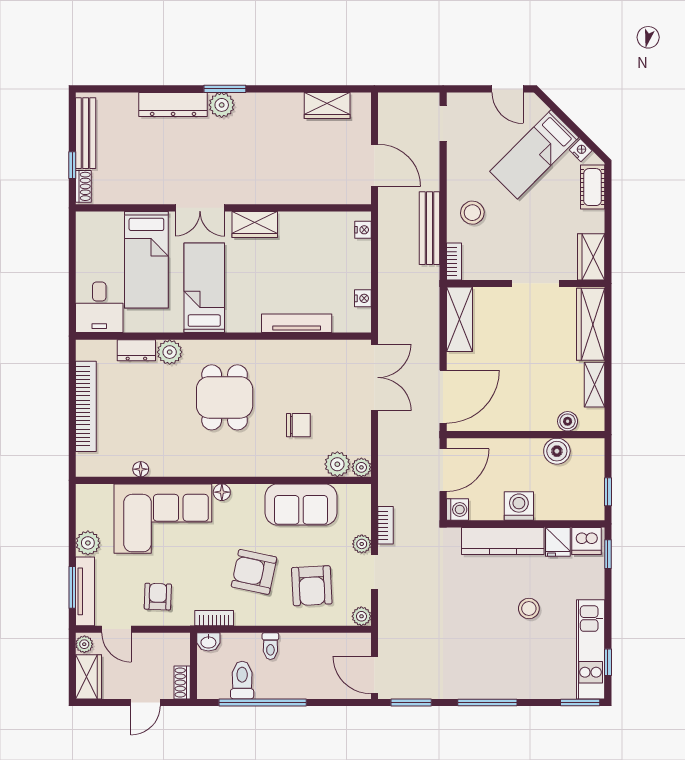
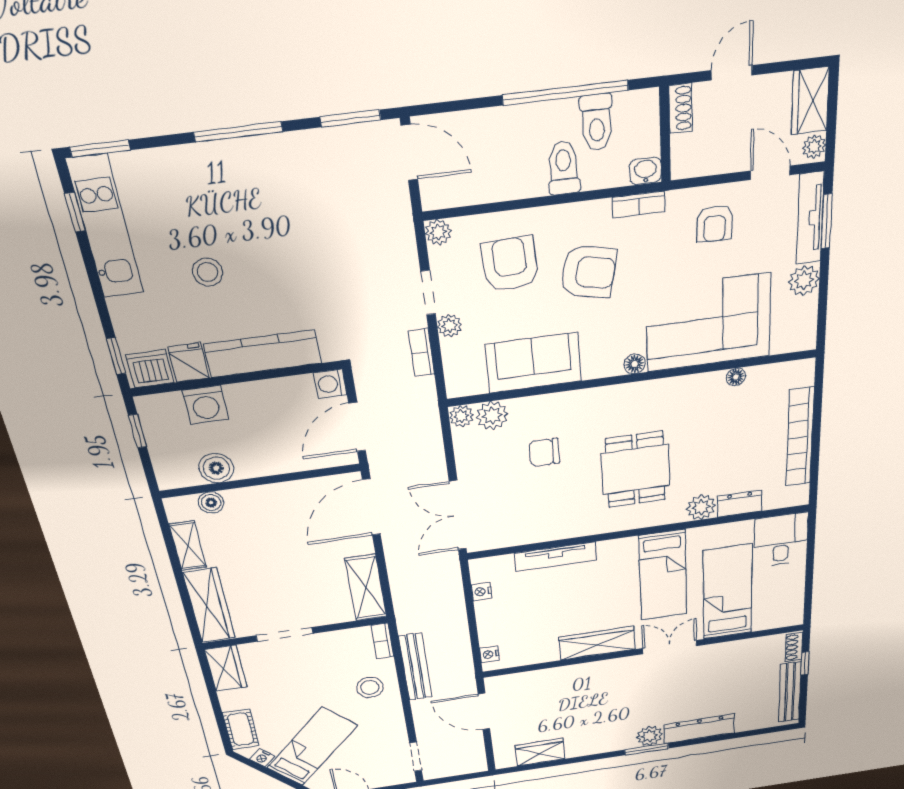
wardrobe: (255, 224) -> (597, 643), width x1.50
washing machine: (519, 506) -> (205, 405), moved
toilet: (270, 646) -> (564, 168), width x1.37, depth x1.39

